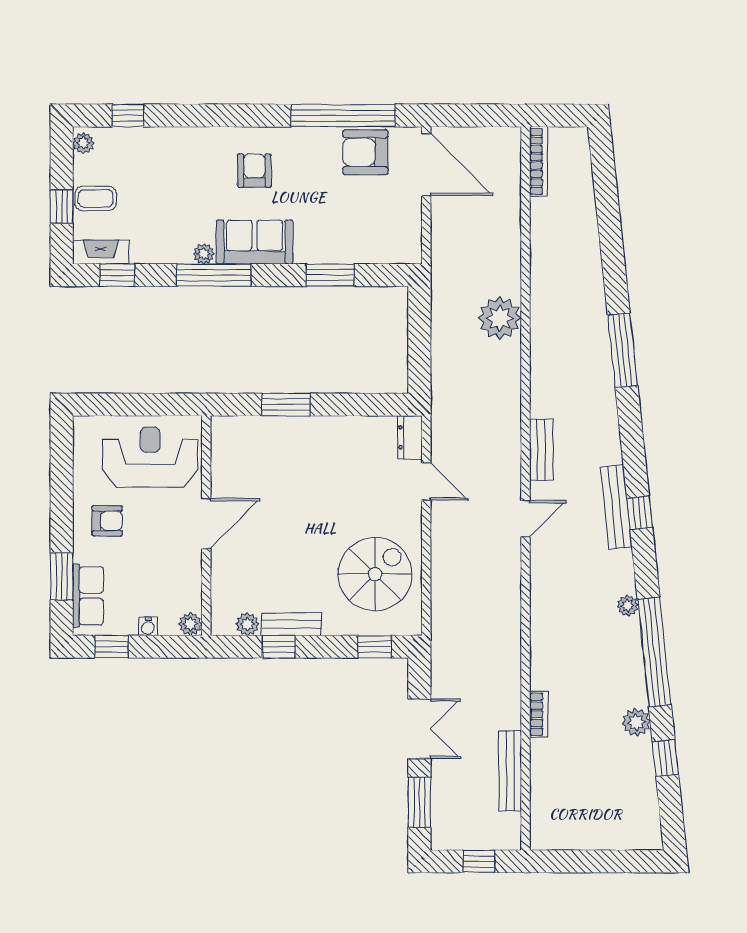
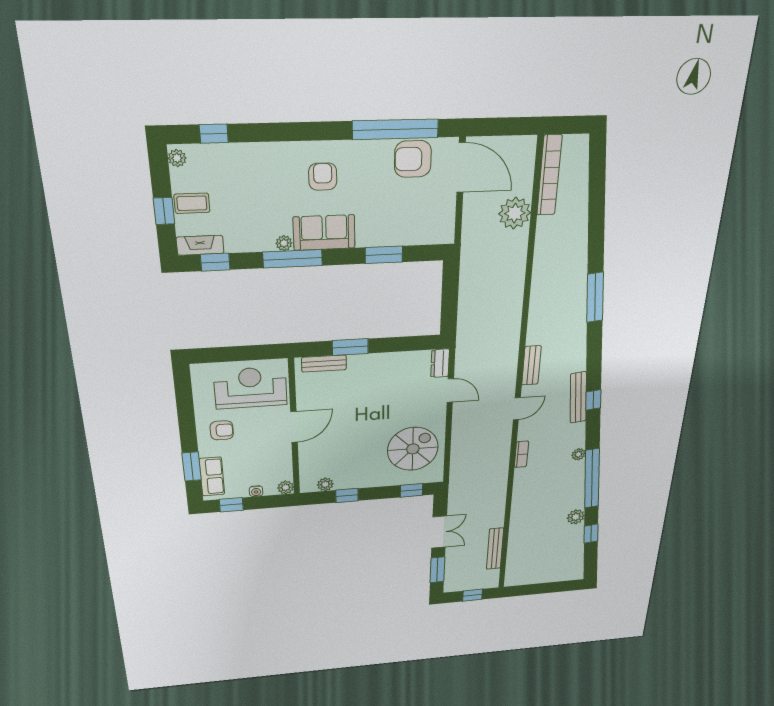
bookcase: (539, 161) -> (549, 175), width x1.48, depth x1.31
plant: (500, 318) -> (515, 213), moved
bench: (291, 624) -> (324, 364), moved
bookcase: (539, 714) -> (521, 454), moved

